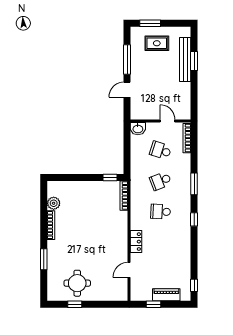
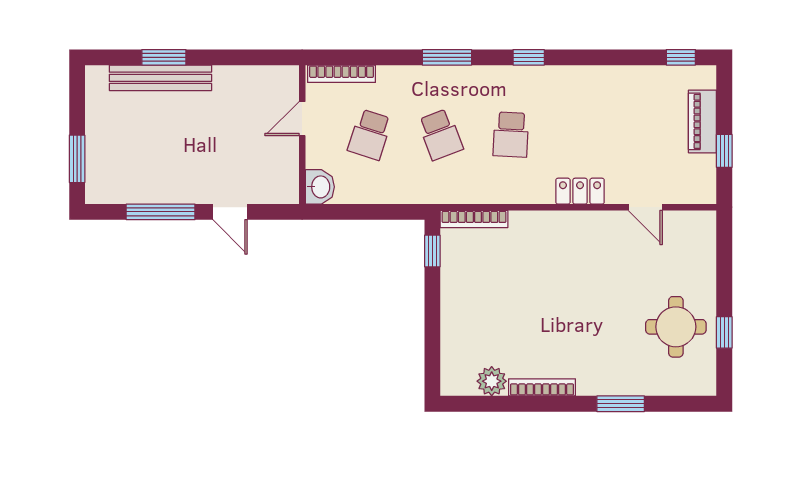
rug: (157, 43) -> (123, 143), removed

